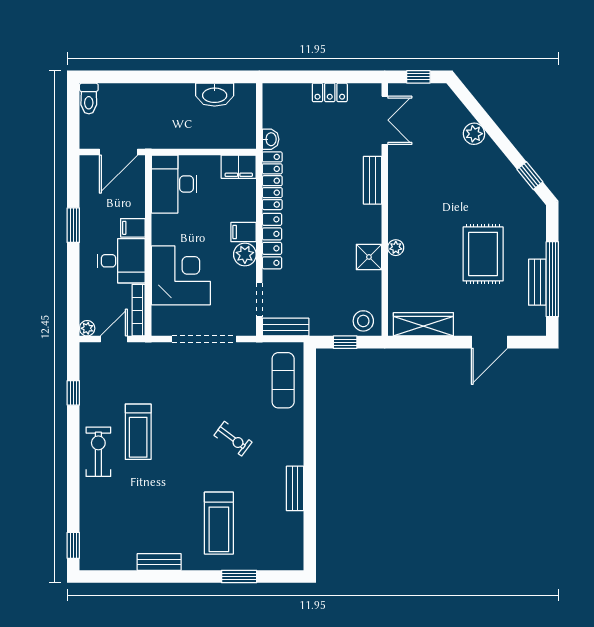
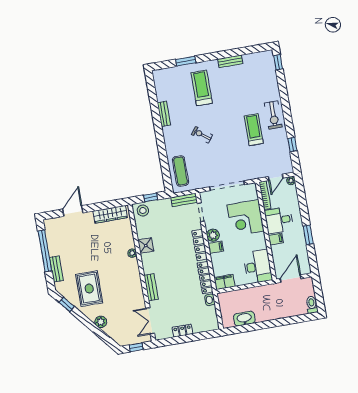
rug: (483, 254) -> (89, 289), moved
bench: (537, 282) -> (56, 269), moved

